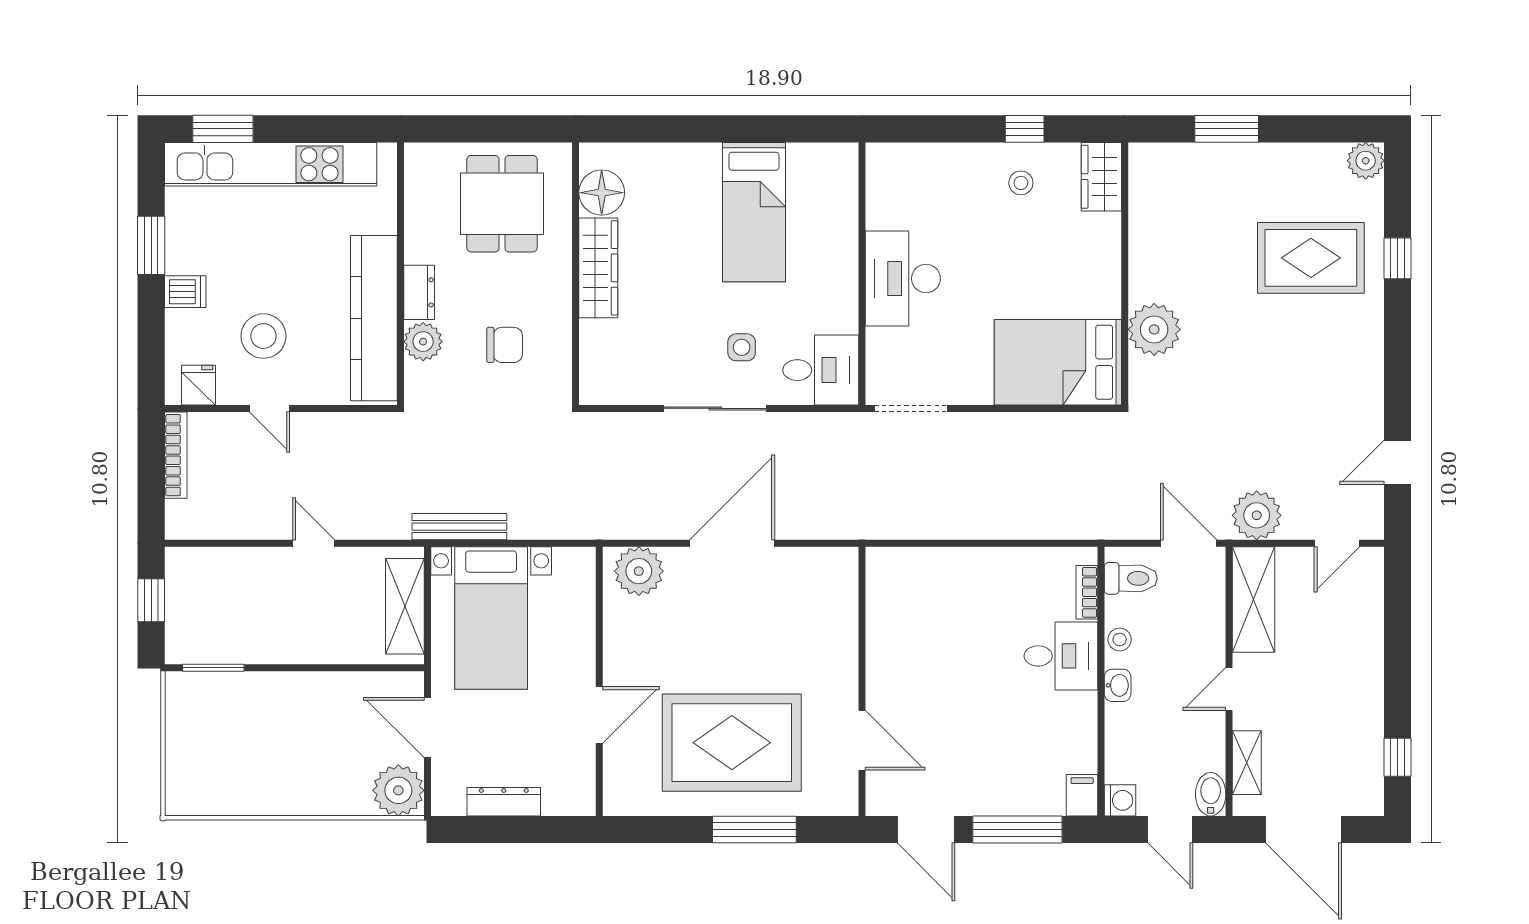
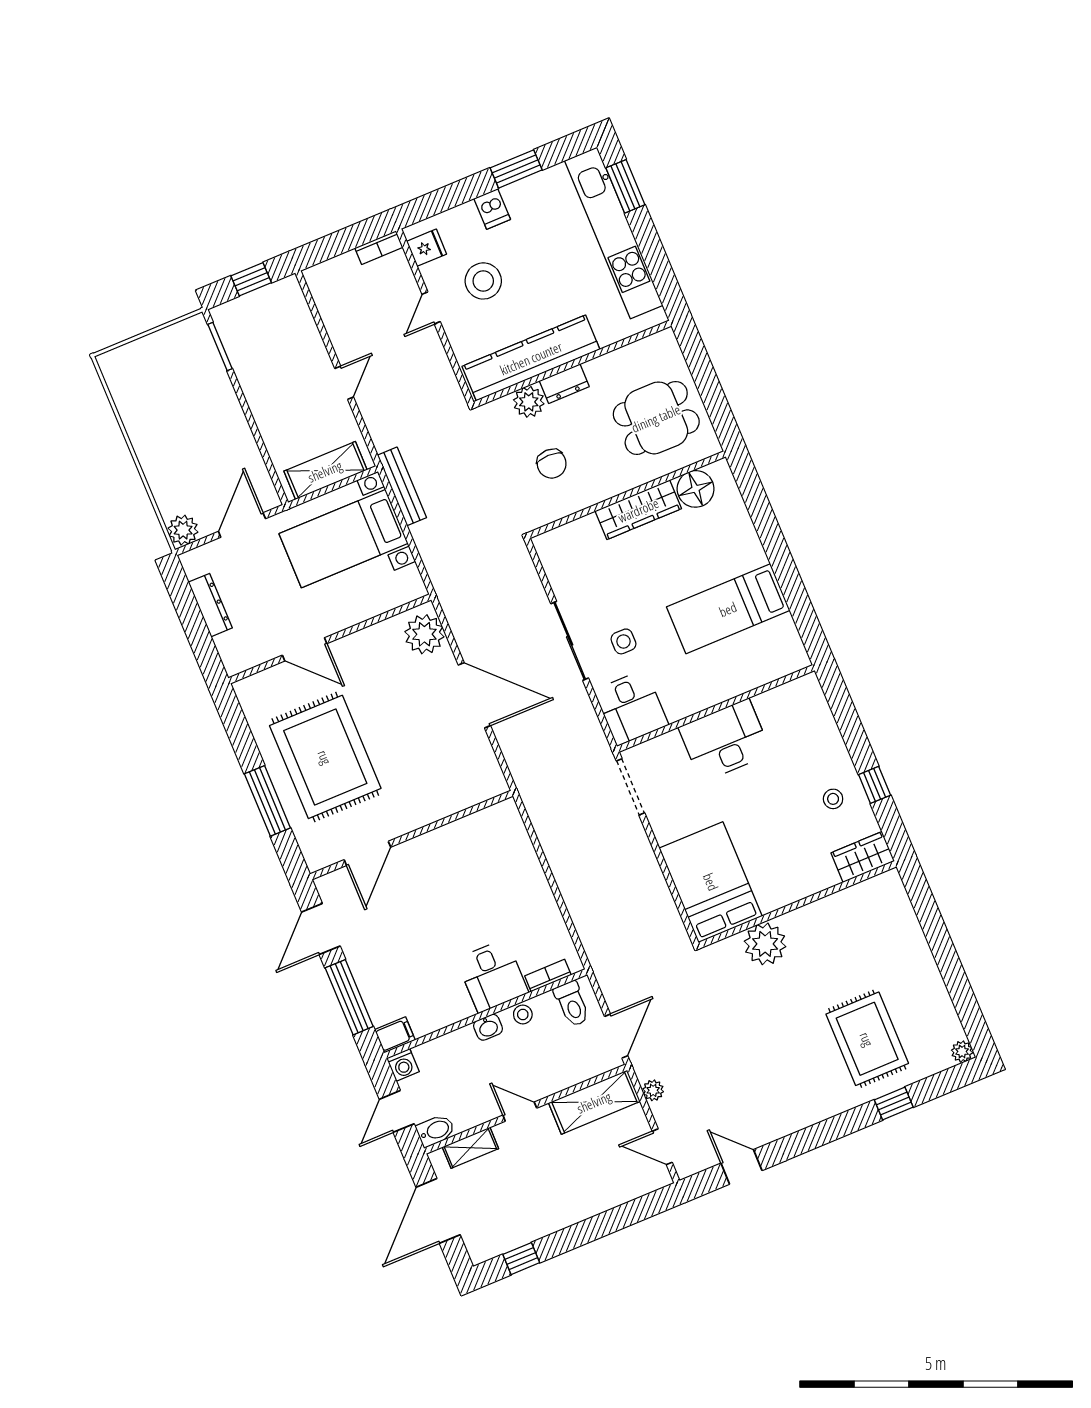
window: (1227, 129) -> (937, 936), removed
plant: (1366, 161) -> (962, 1052), width x0.73, depth x0.73
bookcase: (176, 455) -> (379, 248), width x0.64
plant: (1257, 515) -> (653, 1090), width x0.53, depth x0.53
plant: (398, 790) -> (183, 530), width x0.73, depth x0.73

